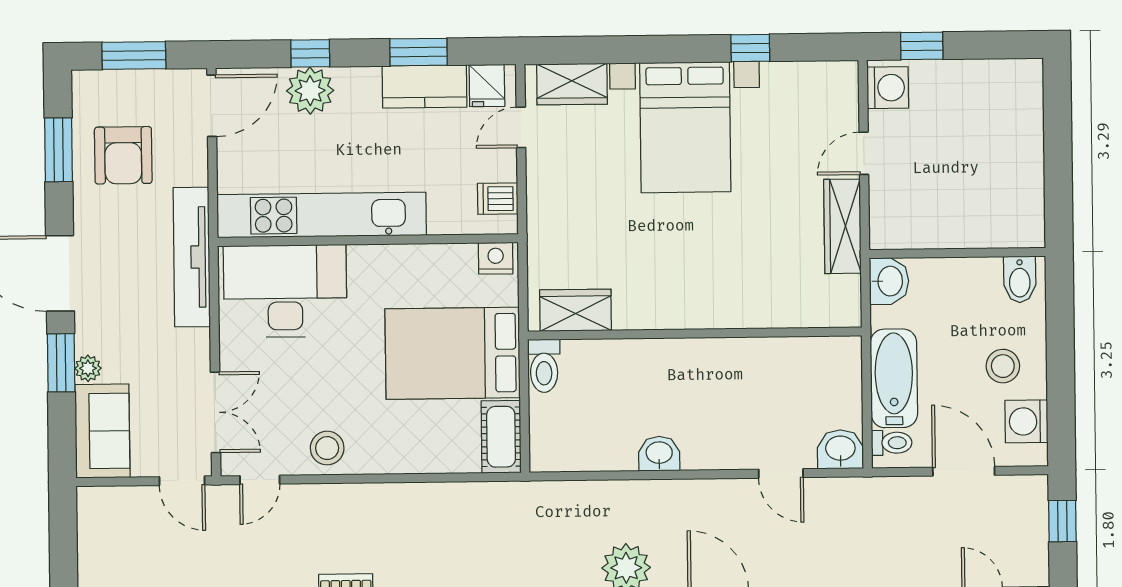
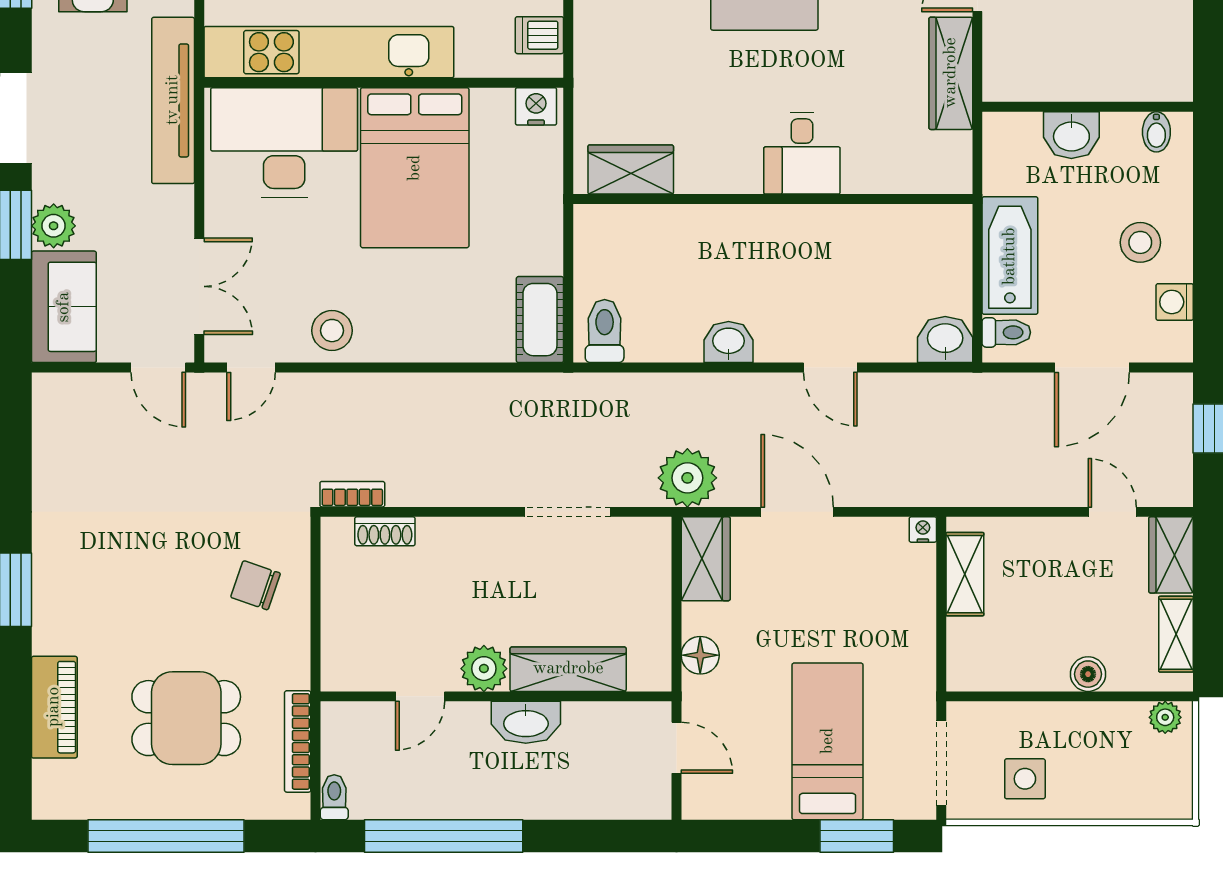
bidet: (1020, 279) -> (1156, 132), width x0.72, depth x0.74
washbasin: (889, 281) -> (1071, 135), moved, turned 90
desk: (719, 295) -> (802, 153), added
bed: (453, 353) -> (415, 168), moved, turned -90
toilet: (544, 366) -> (605, 331), moved, turned 180
plant: (88, 368) -> (54, 226), width x1.38, depth x1.38
washing machine: (1026, 421) -> (1175, 302), width x0.73, depth x0.73
door: (964, 471) -> (1092, 368), swing flipped
door: (781, 473) -> (830, 368), moved

